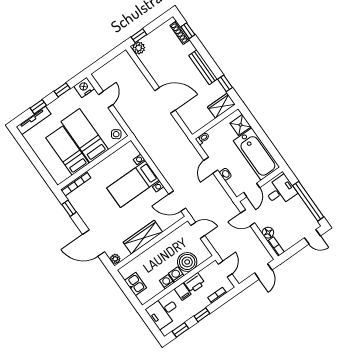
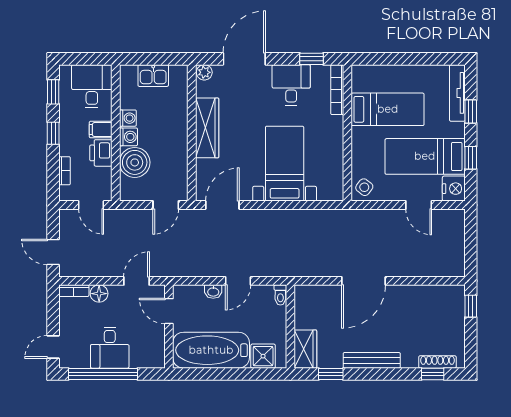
plant: (139, 48) -> (455, 295), removed
bed: (85, 136) -> (425, 156), moved, turned 180
door: (211, 165) -> (238, 281), swing flipped
desk: (281, 191) -> (110, 348), moved
desk: (90, 209) -> (291, 85), added

